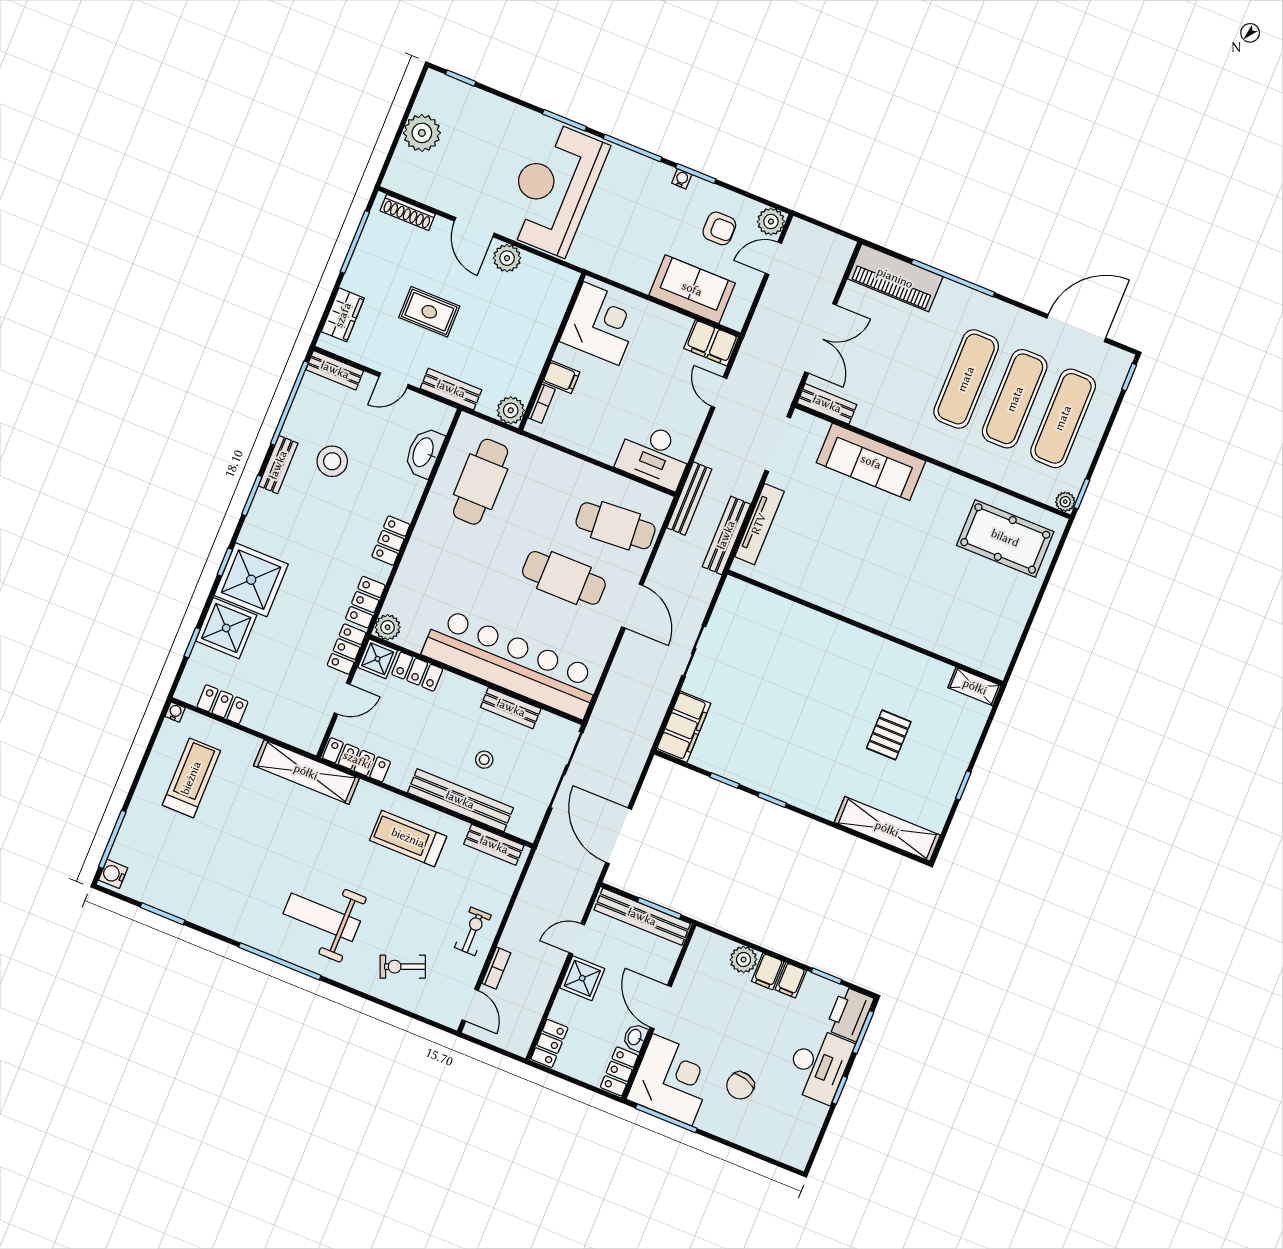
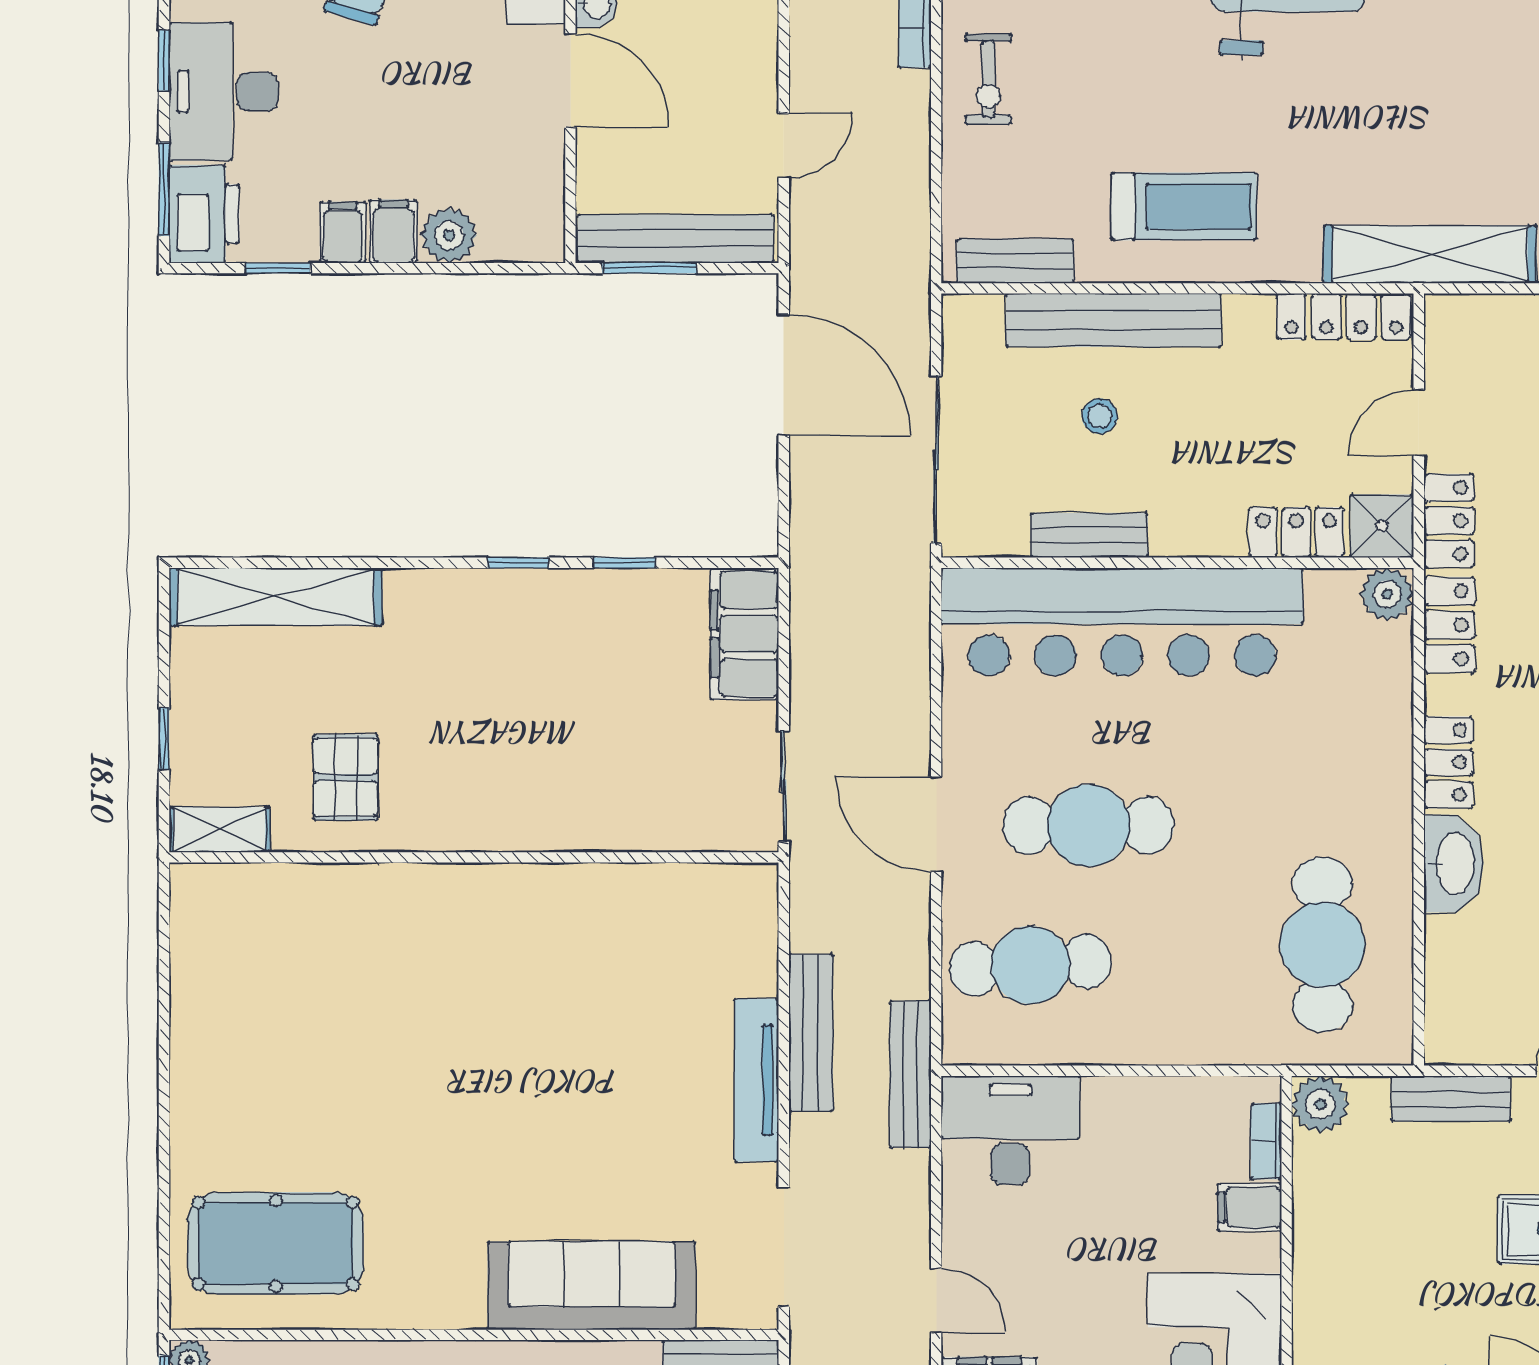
washbasin: (424, 453) -> (1454, 864), moved
wall: (865, 628) -> (474, 857), moved
shelving: (975, 687) -> (219, 830), moved
shower: (582, 978) -> (743, 74), removed

